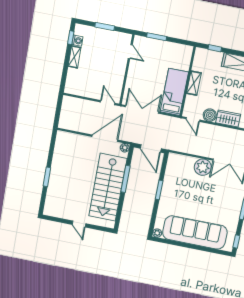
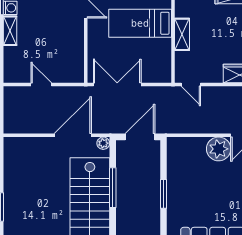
bed: (174, 92) -> (140, 23), moved, turned -90
door: (108, 103) -> (41, 85), moved
boiler: (210, 115) -> (213, 74), removed
door: (151, 148) -> (140, 137), swing flipped

